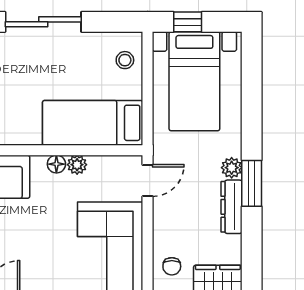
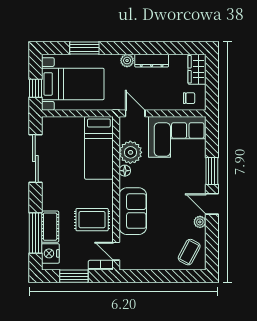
sliding door: (43, 22) -> (35, 158), moved
stool: (125, 60) -> (59, 128), removed
plant: (77, 165) -> (130, 152), width x1.88, depth x1.88
window: (252, 183) -> (84, 48), moved

